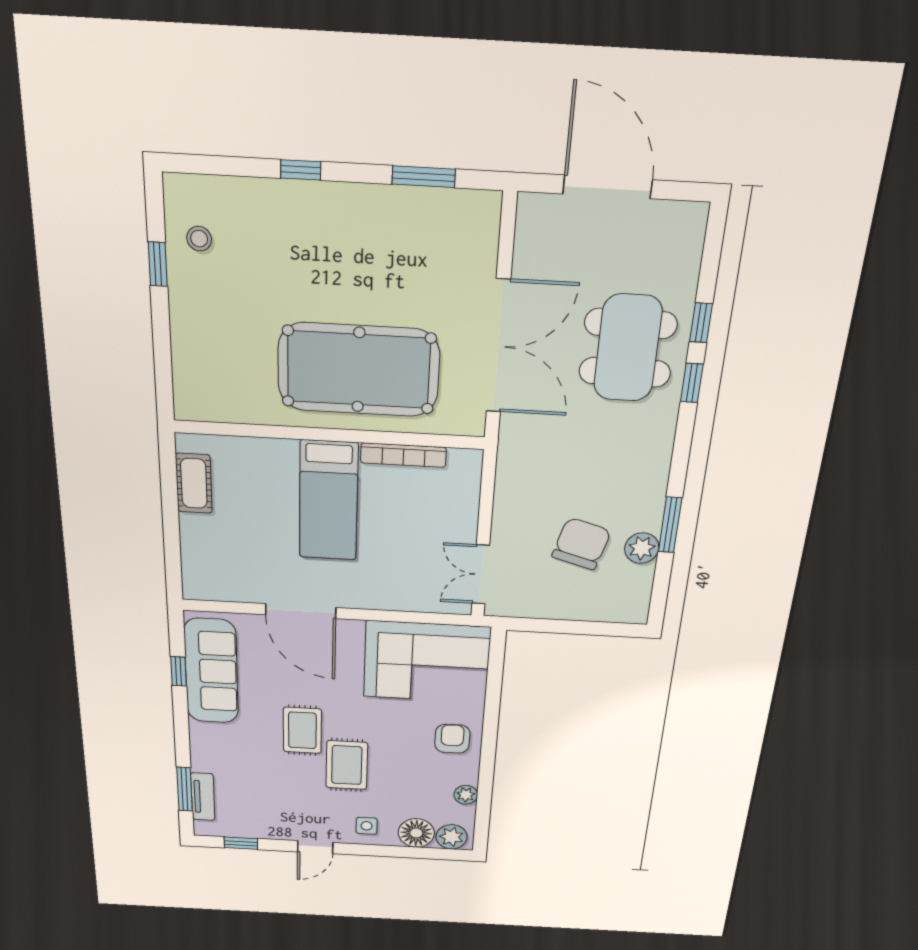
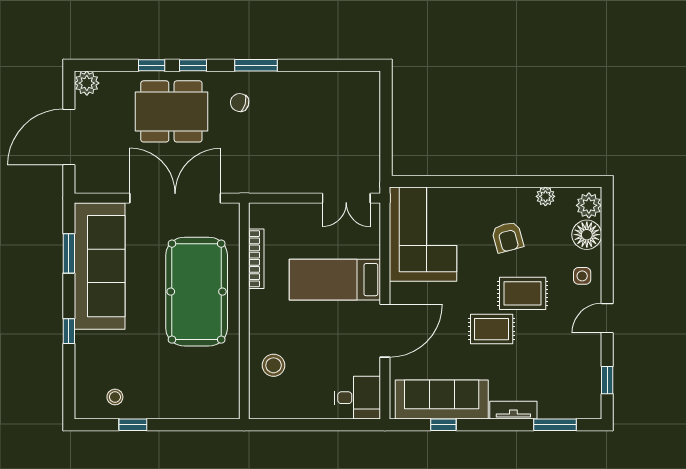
sofa: (402, 226) -> (100, 266), added
stool: (252, 470) -> (274, 365), added
cot: (194, 483) -> (286, 407), removed
bed: (329, 501) -> (335, 280), moved, turned 180
window: (670, 525) -> (256, 65), moved
chair: (581, 544) -> (240, 103), moved, width x0.54, depth x0.54
plant: (642, 548) -> (87, 83), moved
desk: (210, 573) -> (357, 398), added
armchair: (452, 739) -> (508, 237), moved, turned -105
tv unit: (203, 797) -> (513, 410), moved
door: (315, 847) -> (607, 318), swing flipped

